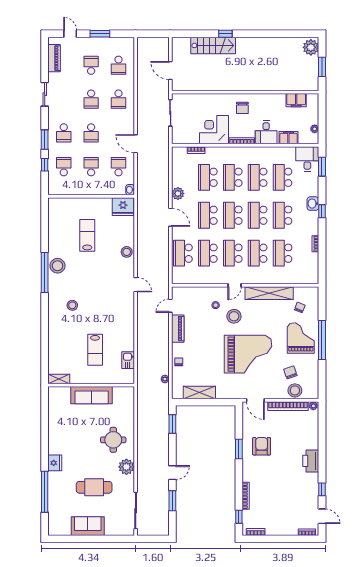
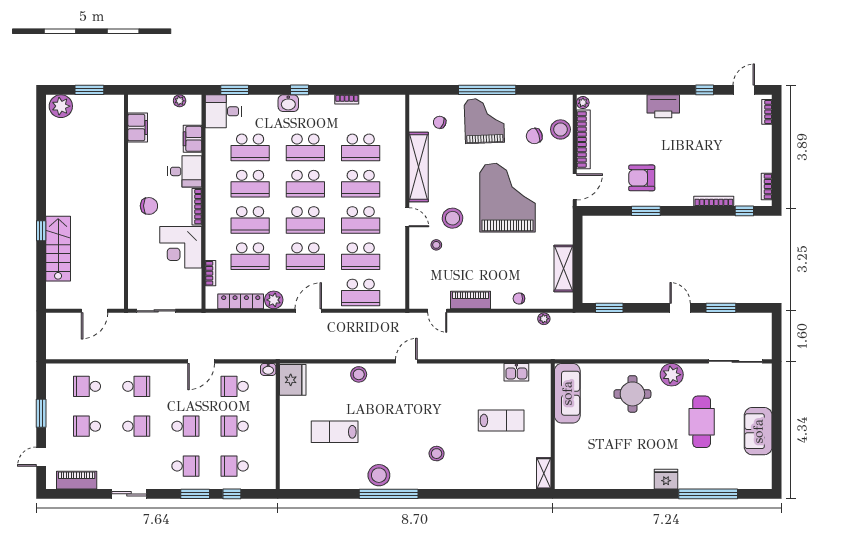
school desk: (118, 65) -> (87, 386), turned 180
locker: (177, 171) -> (241, 301), added
grand piano: (301, 338) -> (484, 121), turned 88
sofa: (92, 395) -> (567, 393), moved

